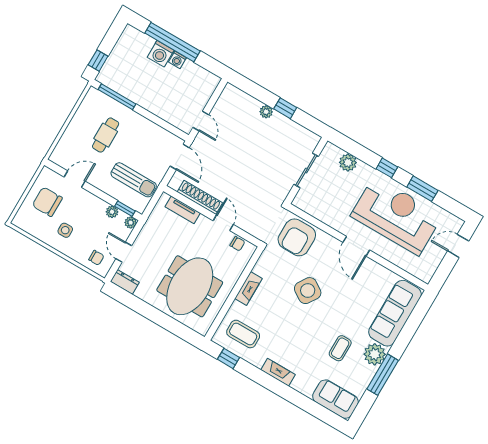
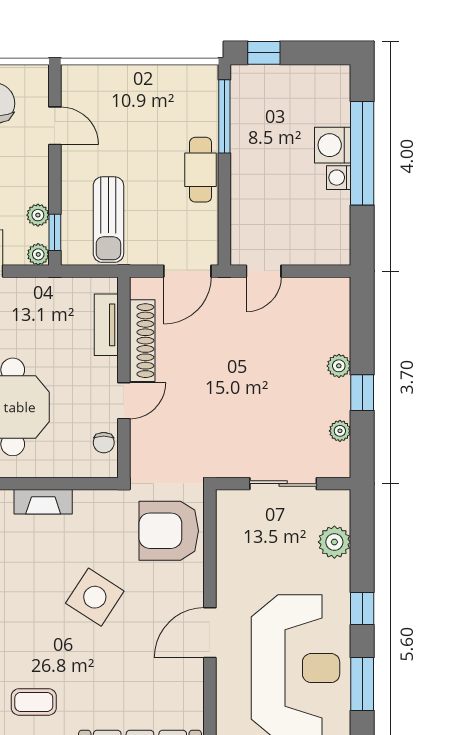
plant: (297, 129) -> (340, 431), added
cafe table: (106, 135) -> (201, 170), moved, turned 90

